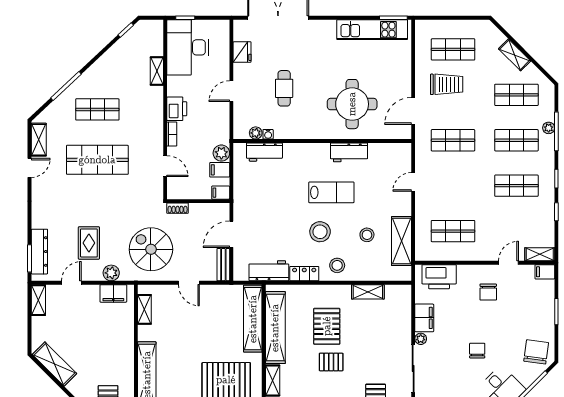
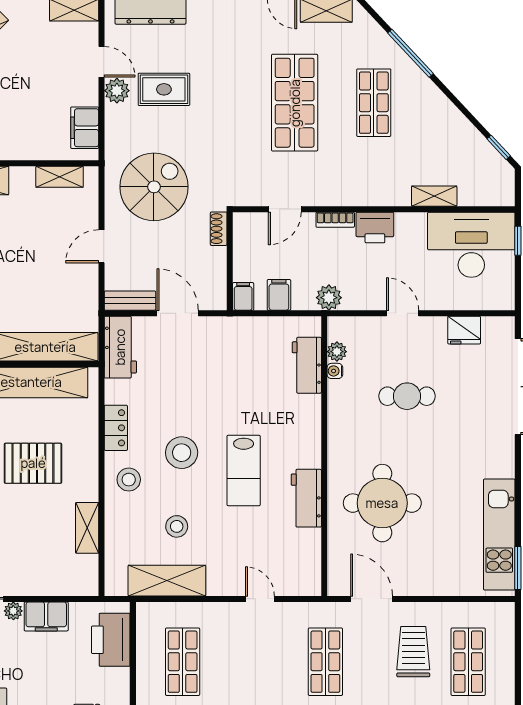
trolley: (447, 84) -> (413, 652), turned 180
plant: (221, 153) -> (329, 298), moved
workbench: (269, 271) -> (120, 347), moved
plant: (111, 273) -> (117, 91), moved

